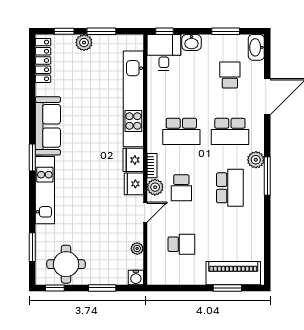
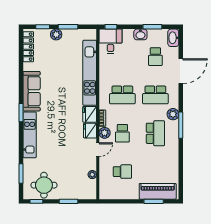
washbasin: (192, 42) -> (140, 34), moved
school desk: (230, 75) -> (155, 57), turned 180
water cooler: (136, 277) -> (91, 194), removed

